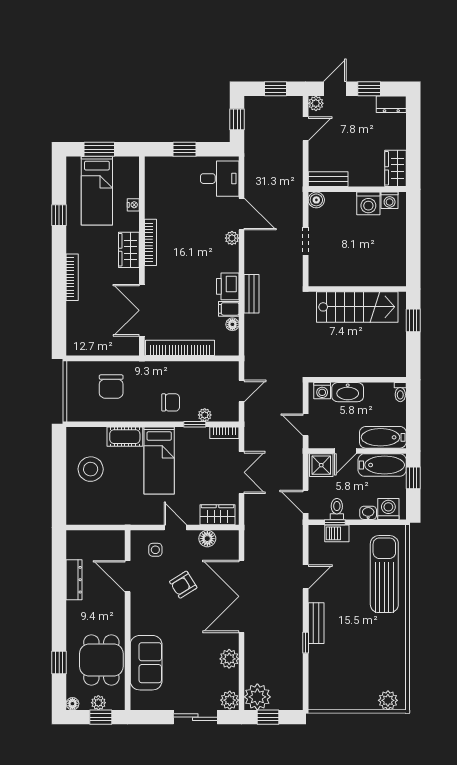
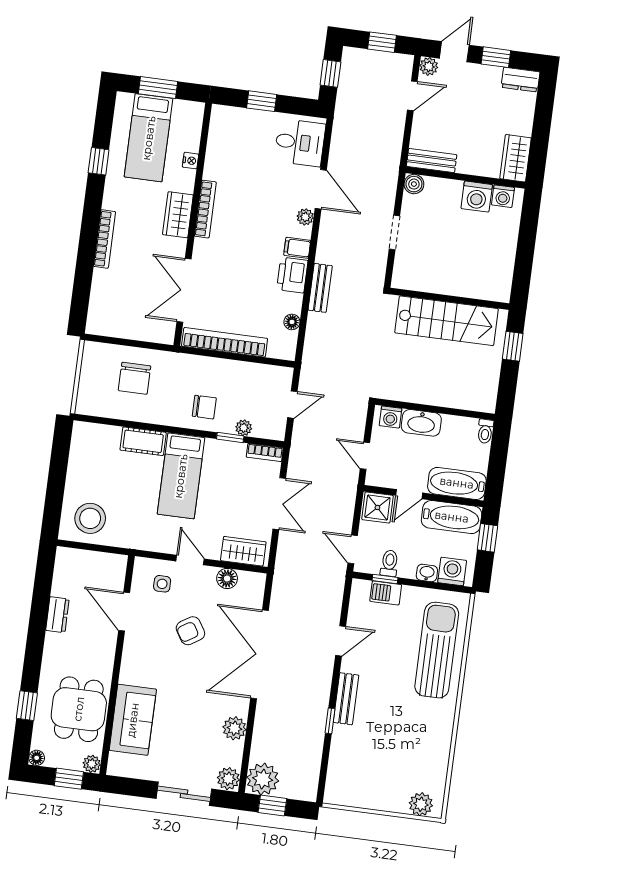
filing cabinet: (229, 309) -> (297, 248), moved
stool: (91, 469) -> (90, 518), moved
dresser: (74, 580) -> (57, 615), width x0.70
plant: (98, 703) -> (92, 764), moved

